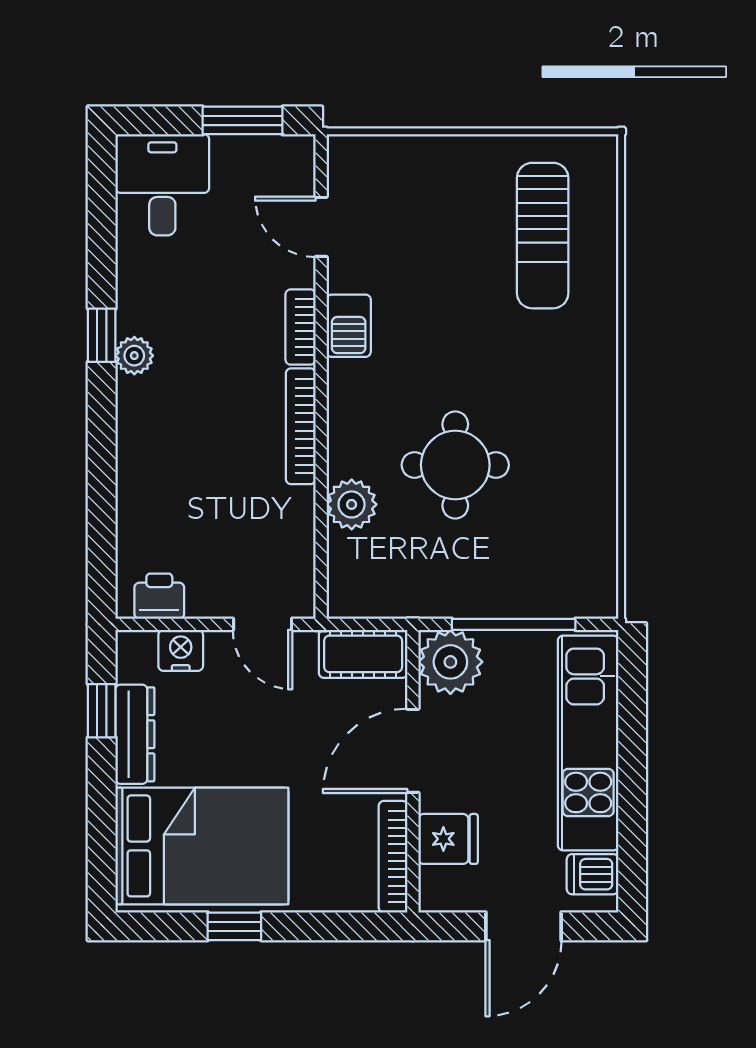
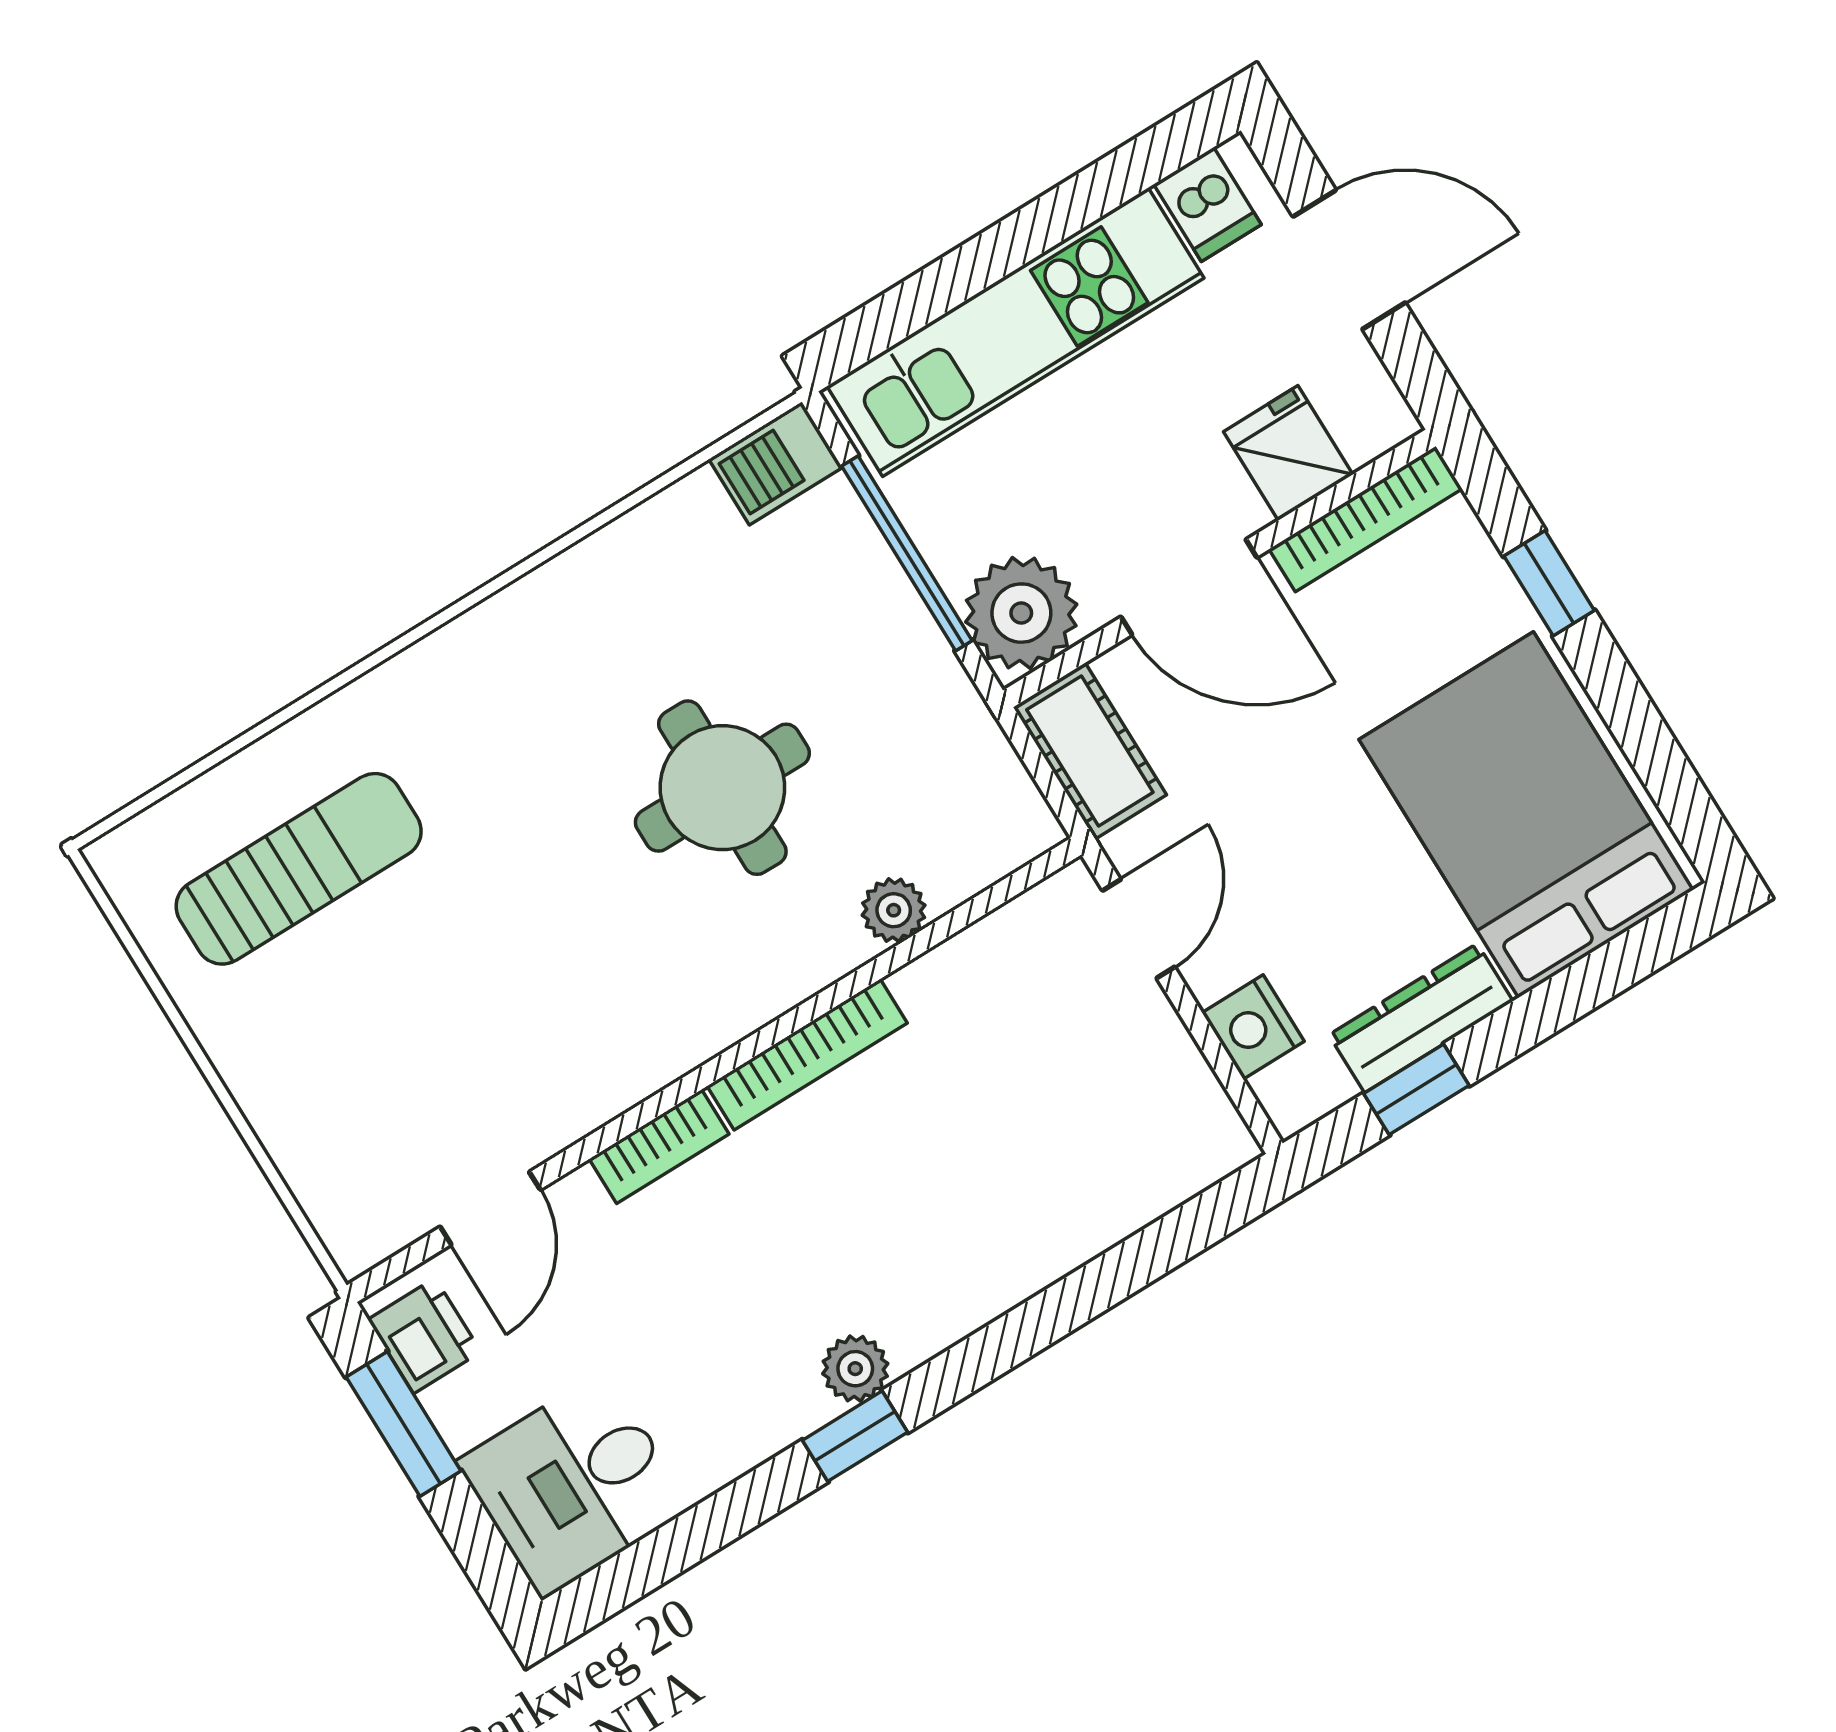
barbecue: (349, 326) -> (776, 463), moved, turned 180
plant: (352, 504) -> (894, 910), width x0.73, depth x0.73
printer: (159, 596) -> (424, 1336), moved, turned 180
window: (234, 926) -> (1549, 583), moved

